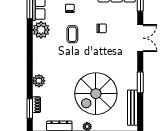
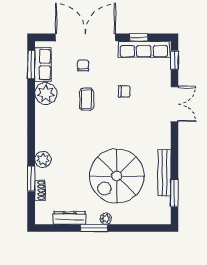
window: (140, 82) -> (175, 193), moved
window: (30, 108) -> (31, 179), moved
bench: (133, 108) -> (164, 173), moved

